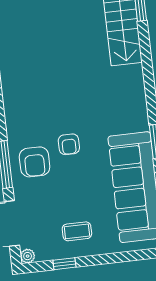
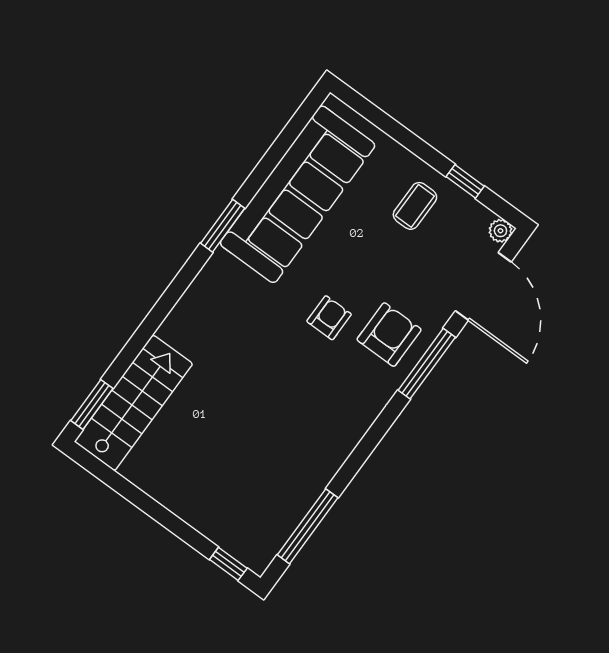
coffee table: (77, 231) -> (415, 206), turned 90

